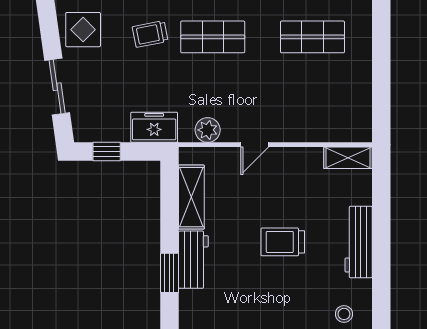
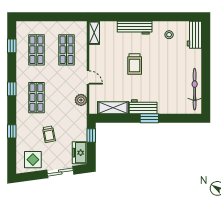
trolley: (150, 34) -> (49, 134), moved
shop shelf: (312, 100) -> (67, 50), added
freezer: (154, 127) -> (80, 153), moved
window: (107, 152) -> (91, 135), moved

